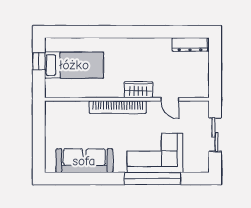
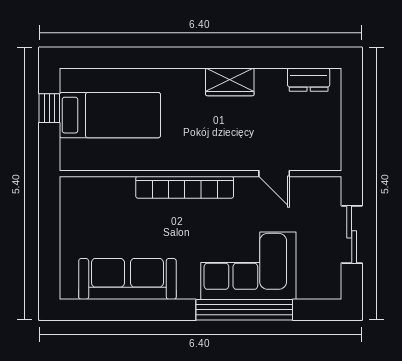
dresser: (190, 44) -> (309, 80), width x0.70
wardrobe: (138, 90) -> (230, 82), moved, turned 180

